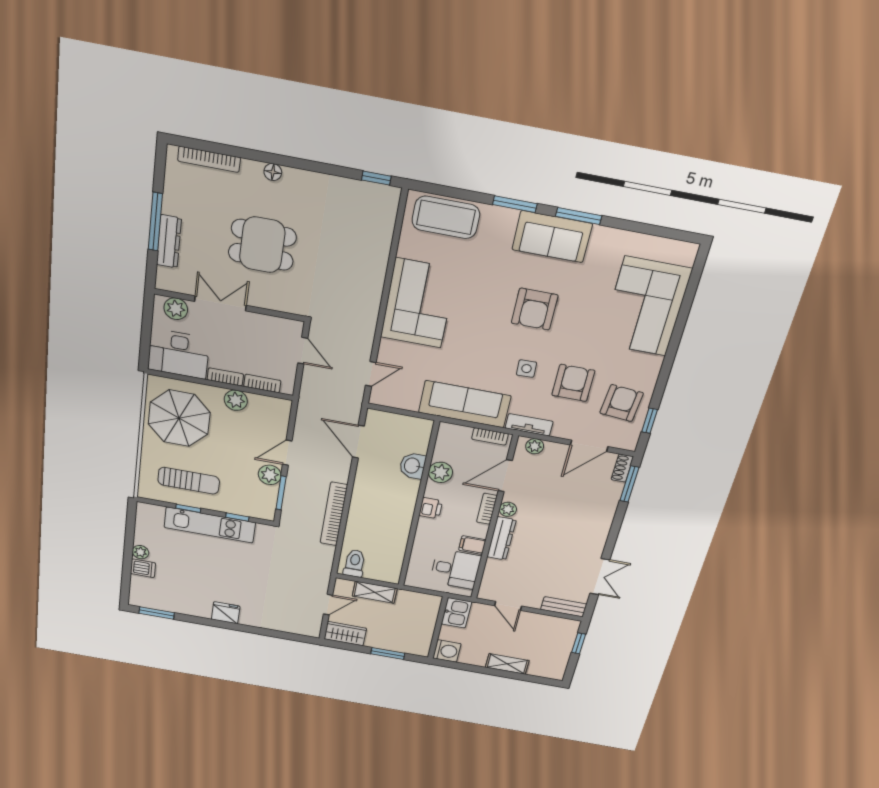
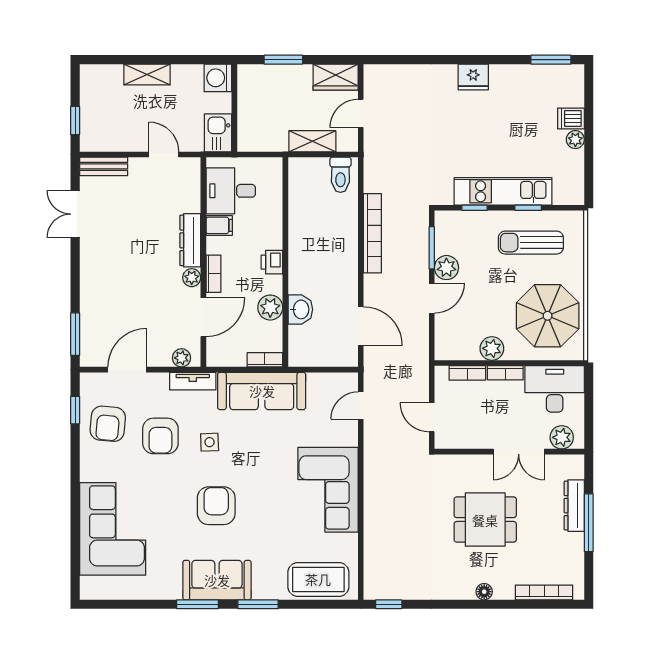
bookcase: (490, 436) -> (265, 360), moved
shoe rack: (622, 468) -> (87, 351), removed

